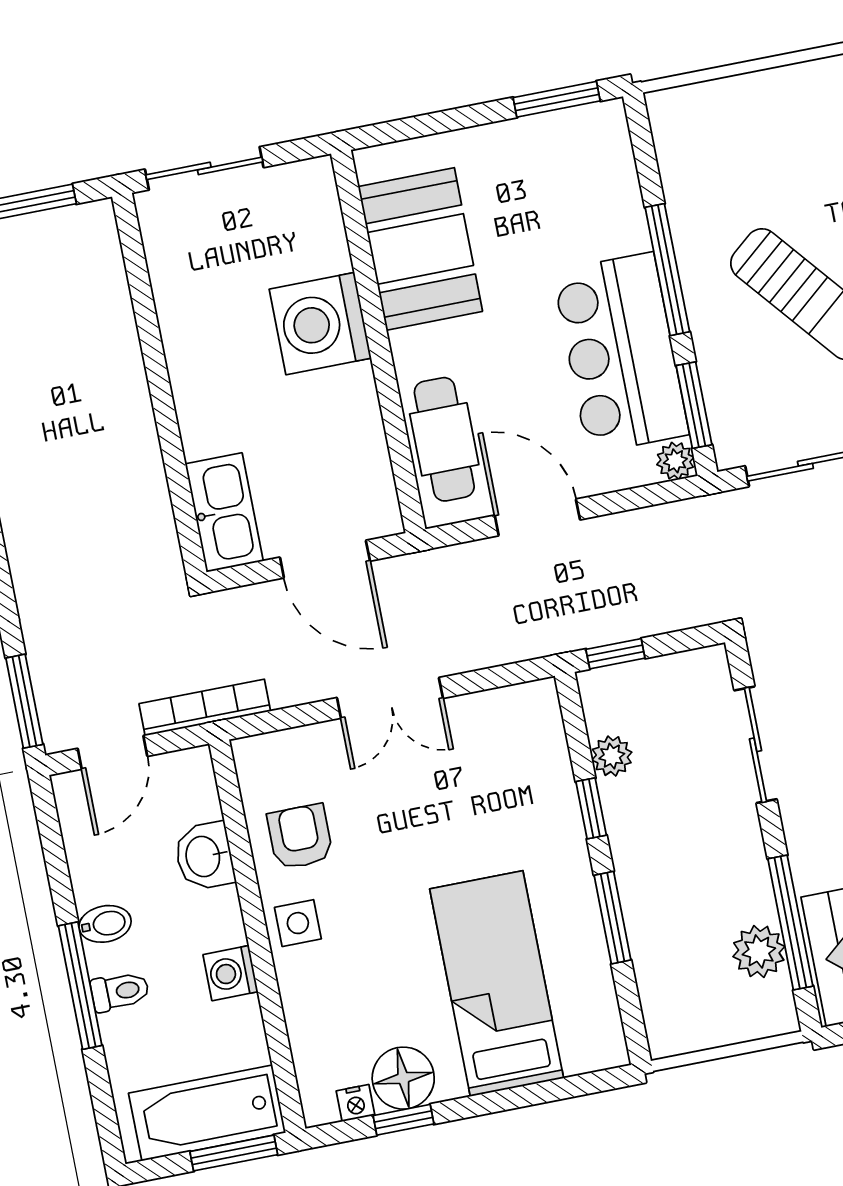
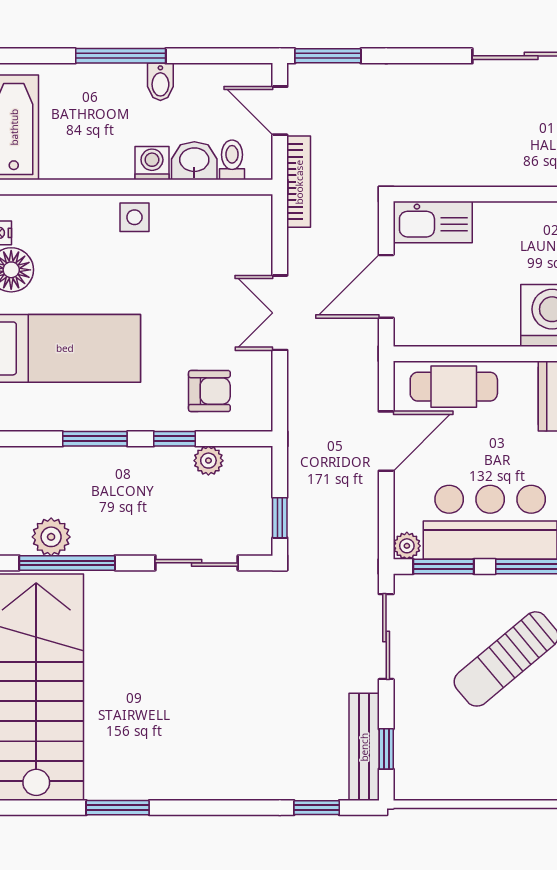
window: (615, 654) -> (280, 518), moved
armchair: (300, 837) -> (209, 391), moved
washing machine: (231, 973) -> (152, 163), moved
toilet: (120, 992) -> (232, 160), moved, turned 180

